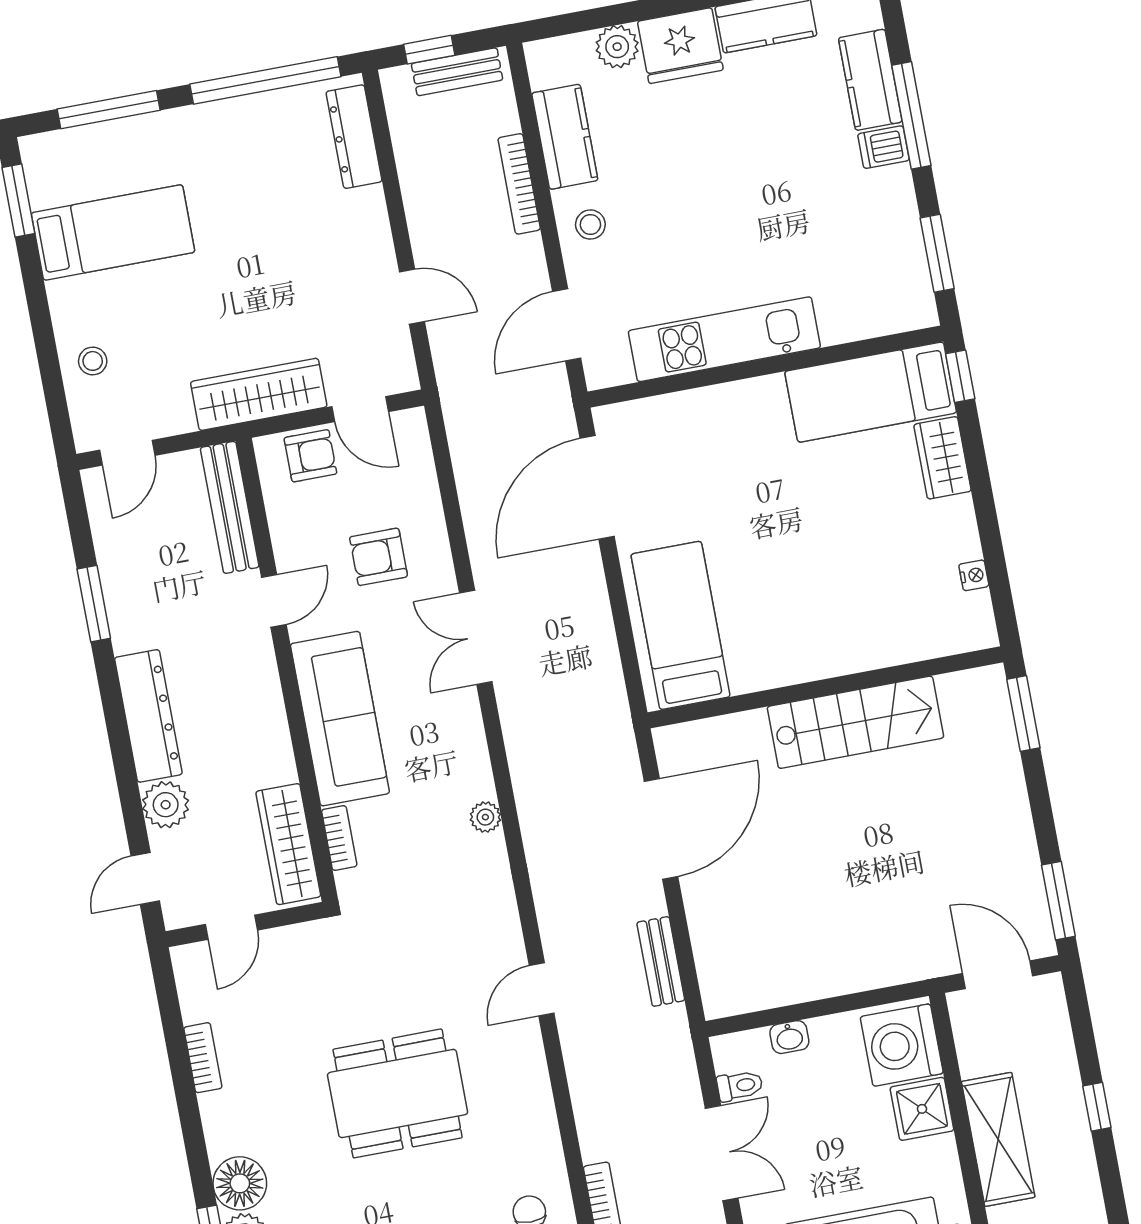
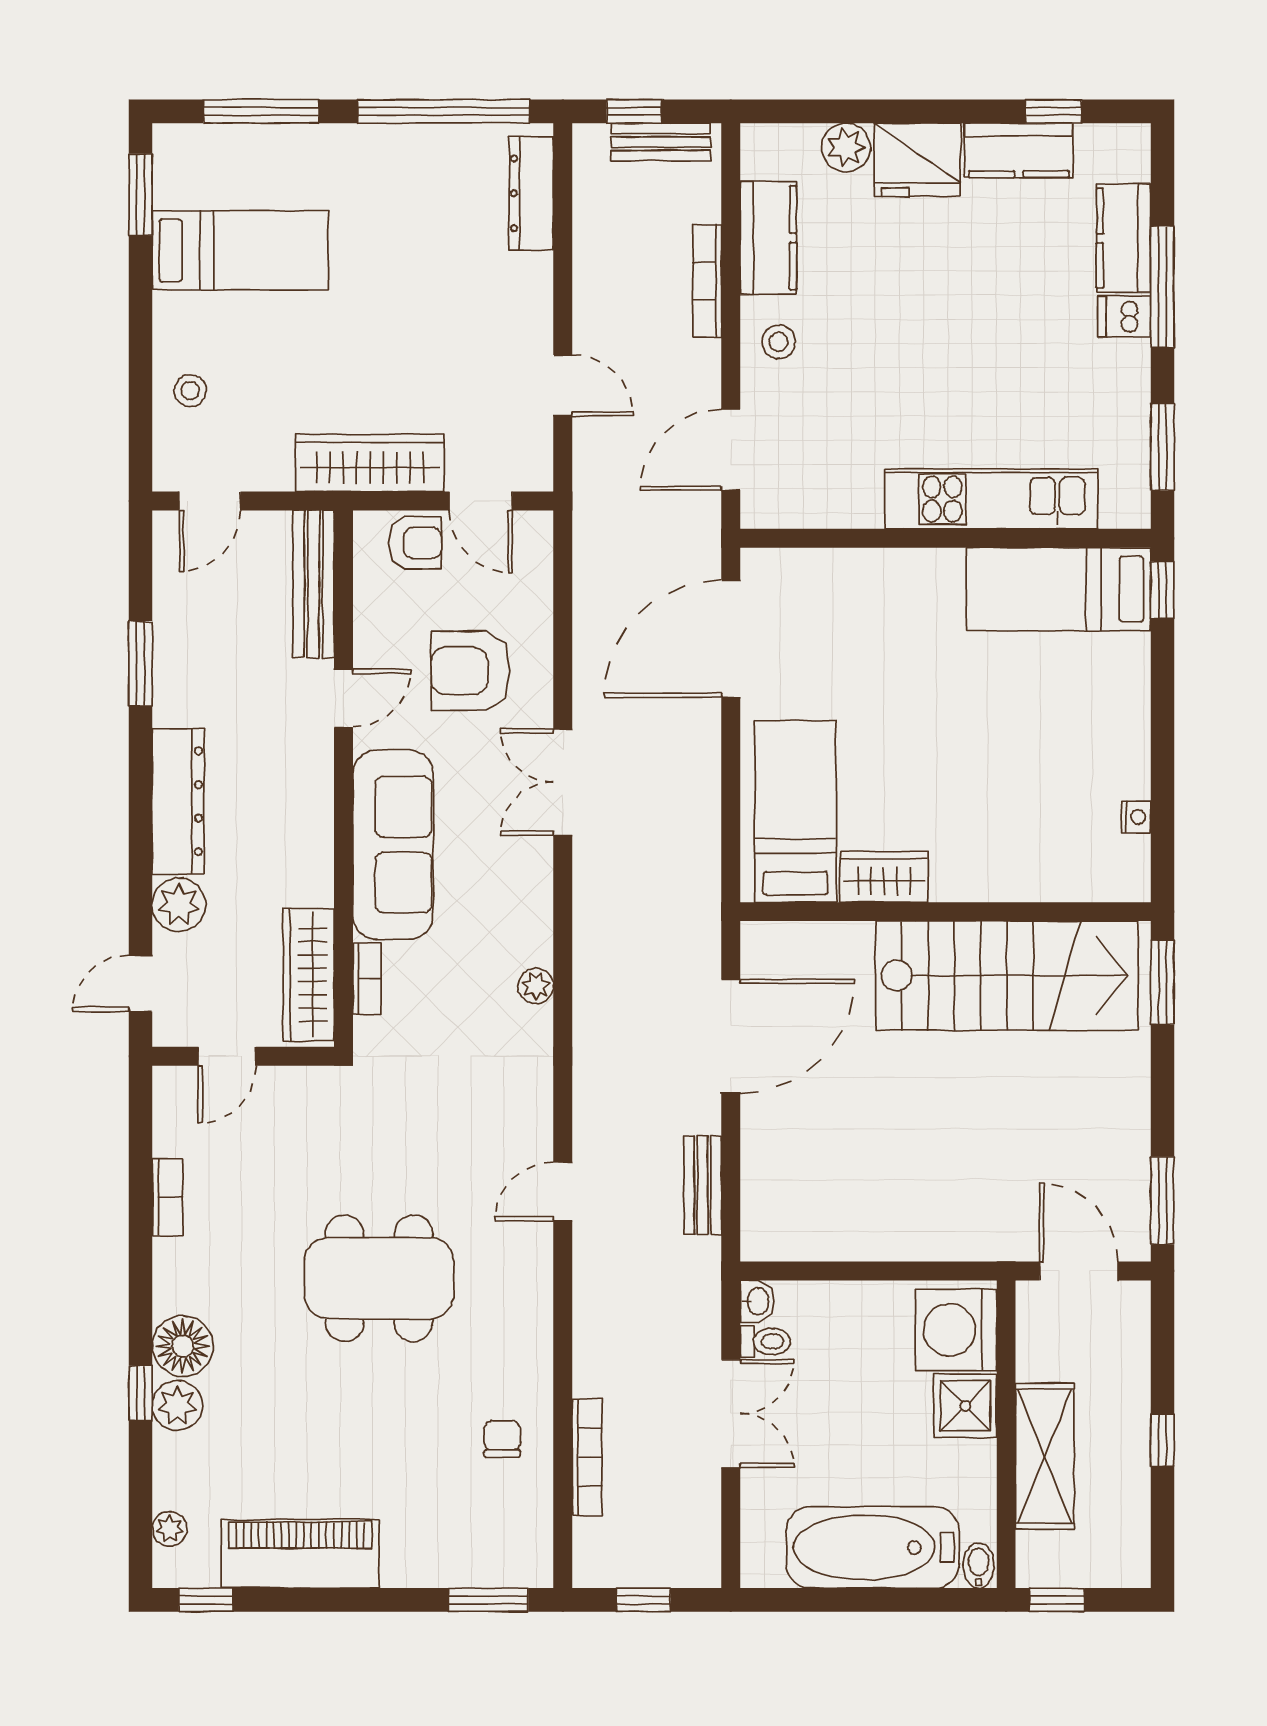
kitchen unit: (724, 339) -> (991, 499), moved
wardrobe: (942, 458) -> (884, 877), moved, turned 90
armchair: (379, 557) -> (470, 671), width x1.38, depth x1.38
stairs: (855, 722) -> (1007, 976), width x1.36, depth x1.51
washbasin: (789, 1037) -> (757, 1301), moved, turned -90

